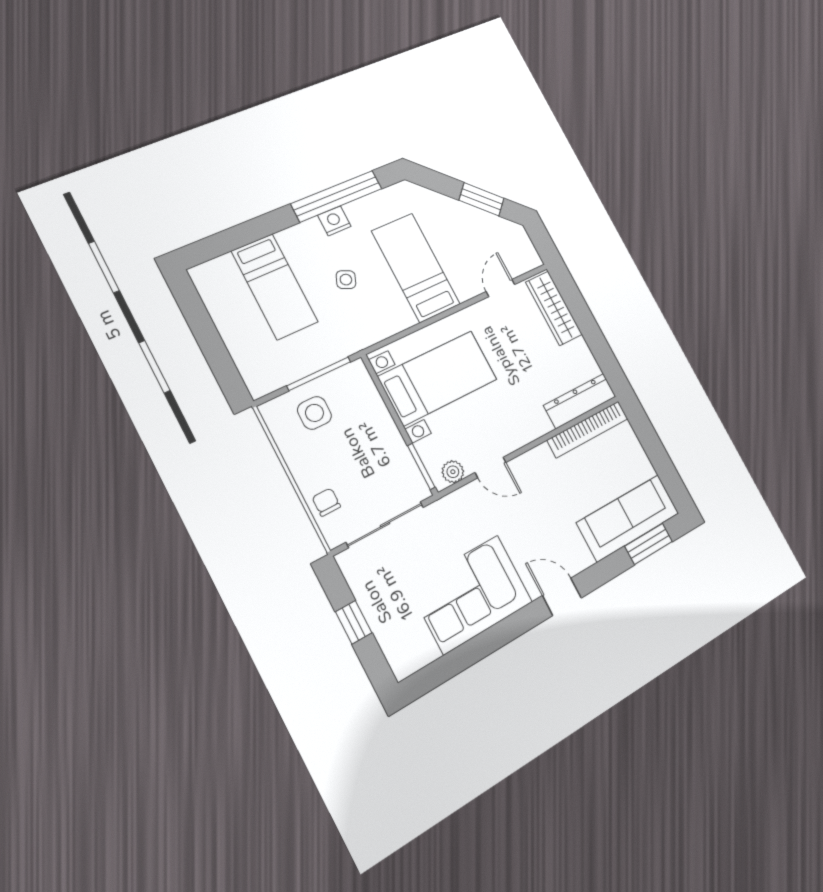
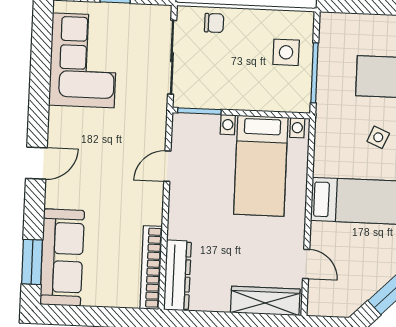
plant: (453, 472) -> (181, 134), removed
corner sofa: (471, 594) -> (83, 60), moved

